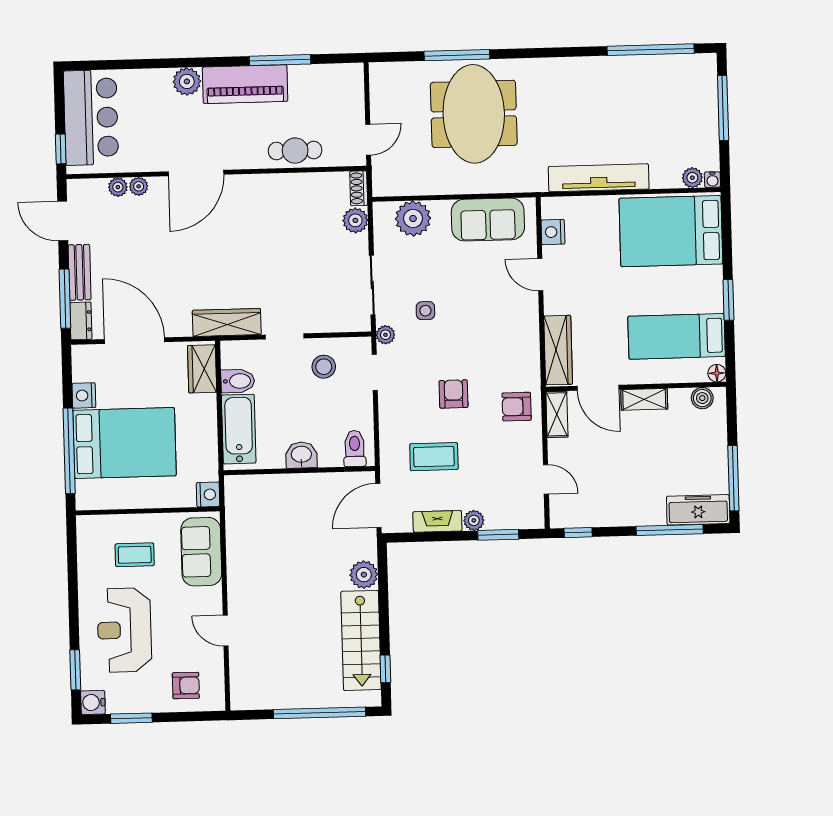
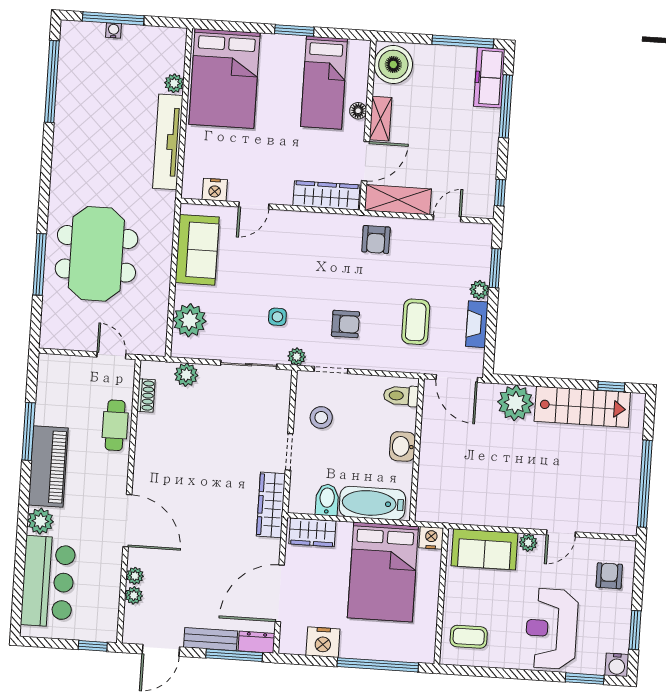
meeting table: (474, 114) -> (96, 254), turned 90
bar counter: (91, 118) -> (48, 582), moved, turned 90
plant: (692, 178) -> (174, 83), moved
water cooler: (712, 180) -> (114, 30), moved, turned -90
shoe rack: (359, 188) -> (146, 395), moved, turned -90
floor lamp: (717, 373) -> (358, 111), moved
armchair: (454, 394) -> (345, 324), moved, turned 180
nightstand: (84, 395) -> (323, 642), width x1.36, depth x1.33
boiler: (702, 398) -> (393, 64), width x1.86, depth x1.86
shelving: (557, 414) -> (398, 200), width x1.50, depth x1.33
bed: (124, 443) -> (383, 572), moved, turned 180
coffee table: (135, 555) -> (469, 637), moved, turned 90
plant: (364, 575) -> (515, 403), width x1.36, depth x1.36
plant: (213, 597) -> (528, 543), added
reception desk: (124, 630) -> (552, 629), turned 90
window: (320, 713) -> (645, 484), moved

